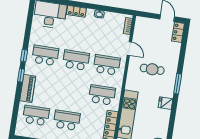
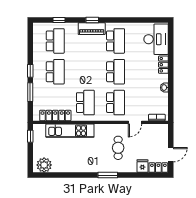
window: (24, 56) -> (59, 20), moved
piano: (28, 88) -> (92, 29), moved
fridge: (165, 103) -> (142, 166), moved

